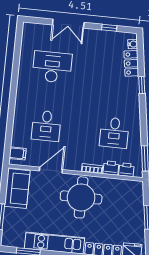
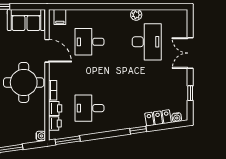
plant: (23, 75) -> (136, 15), added
water cooler: (138, 186) -> (41, 136), added

